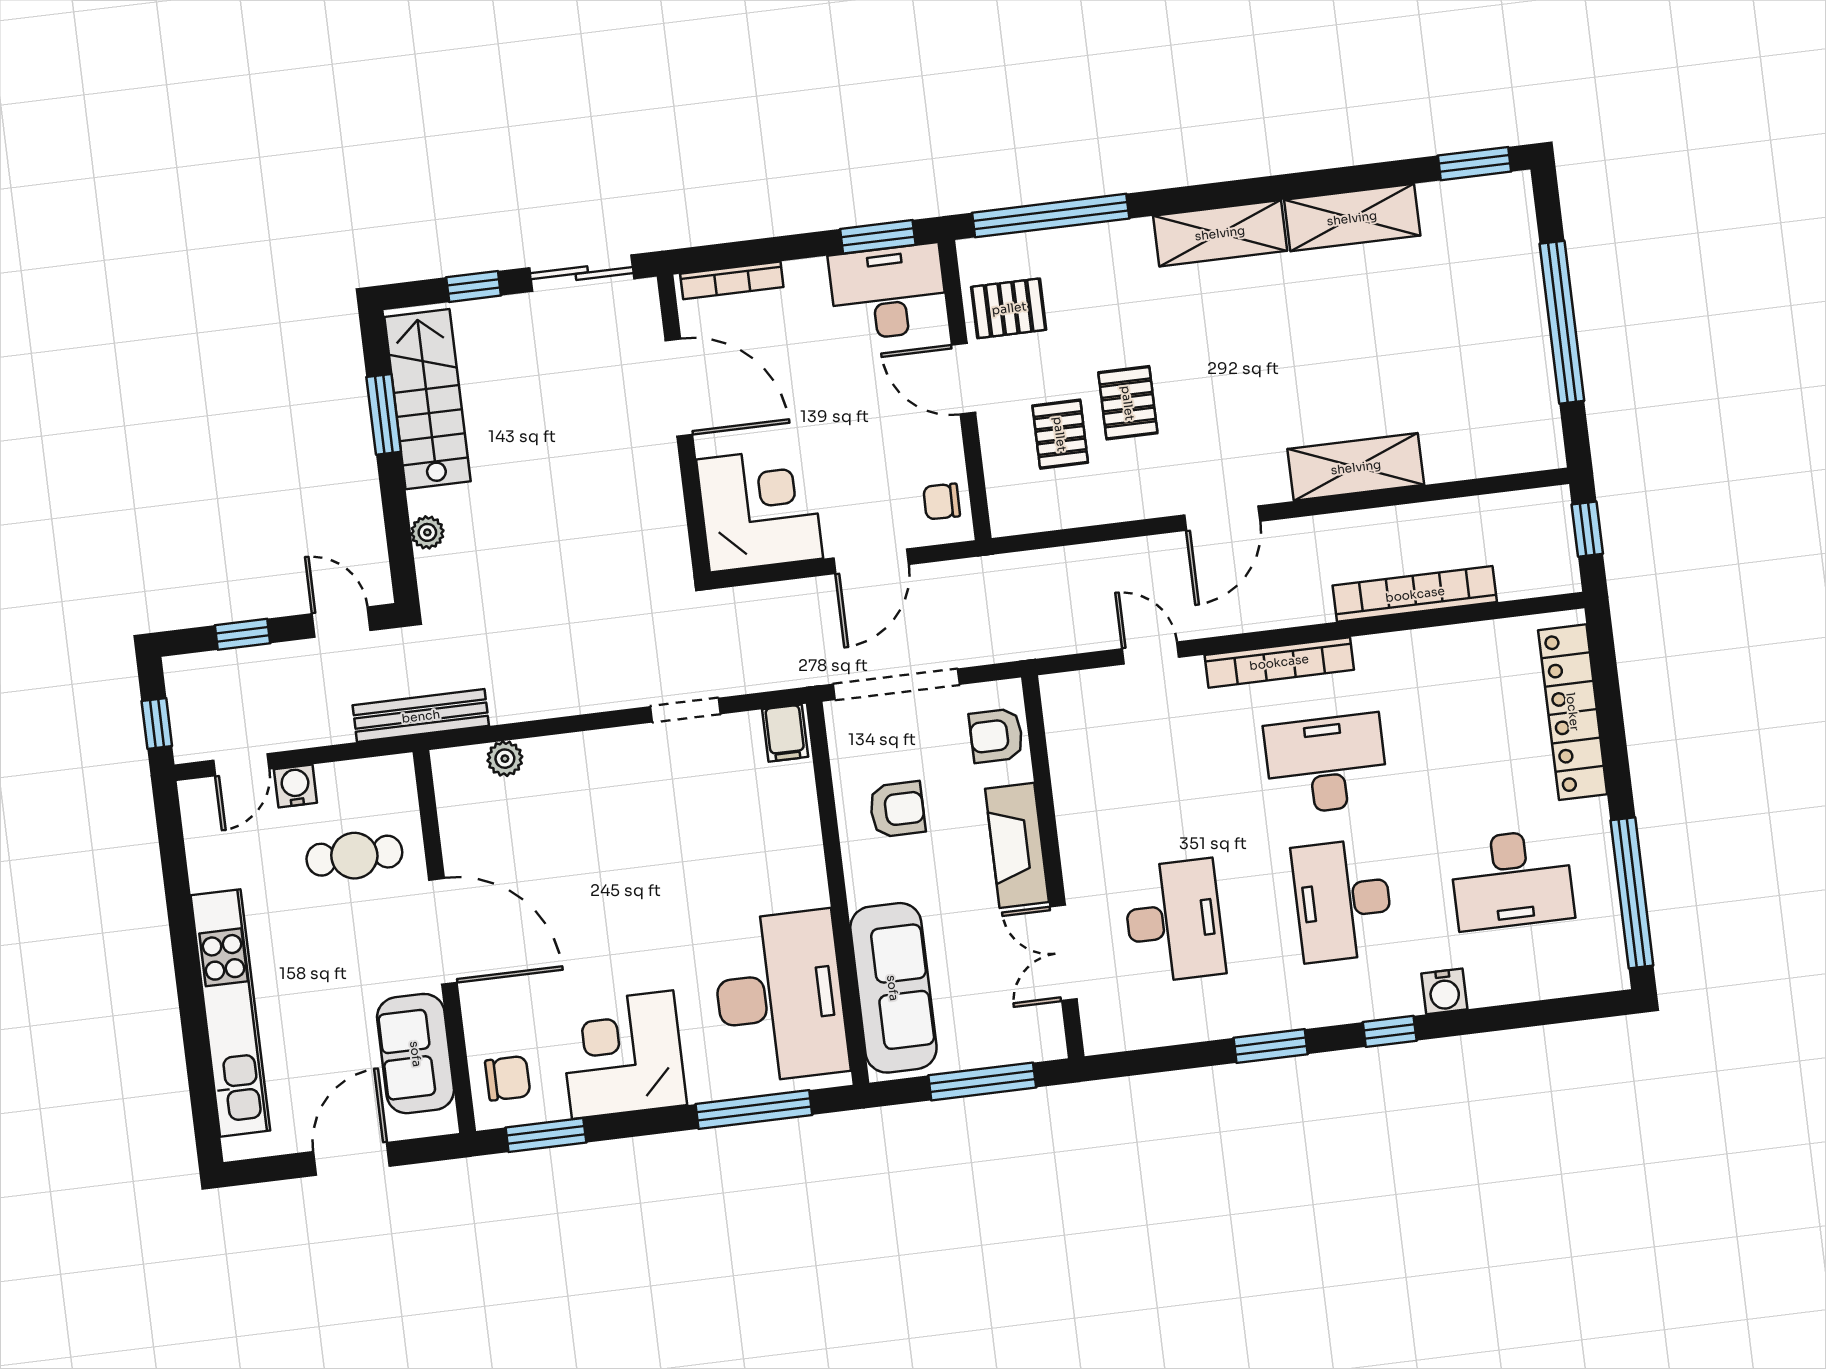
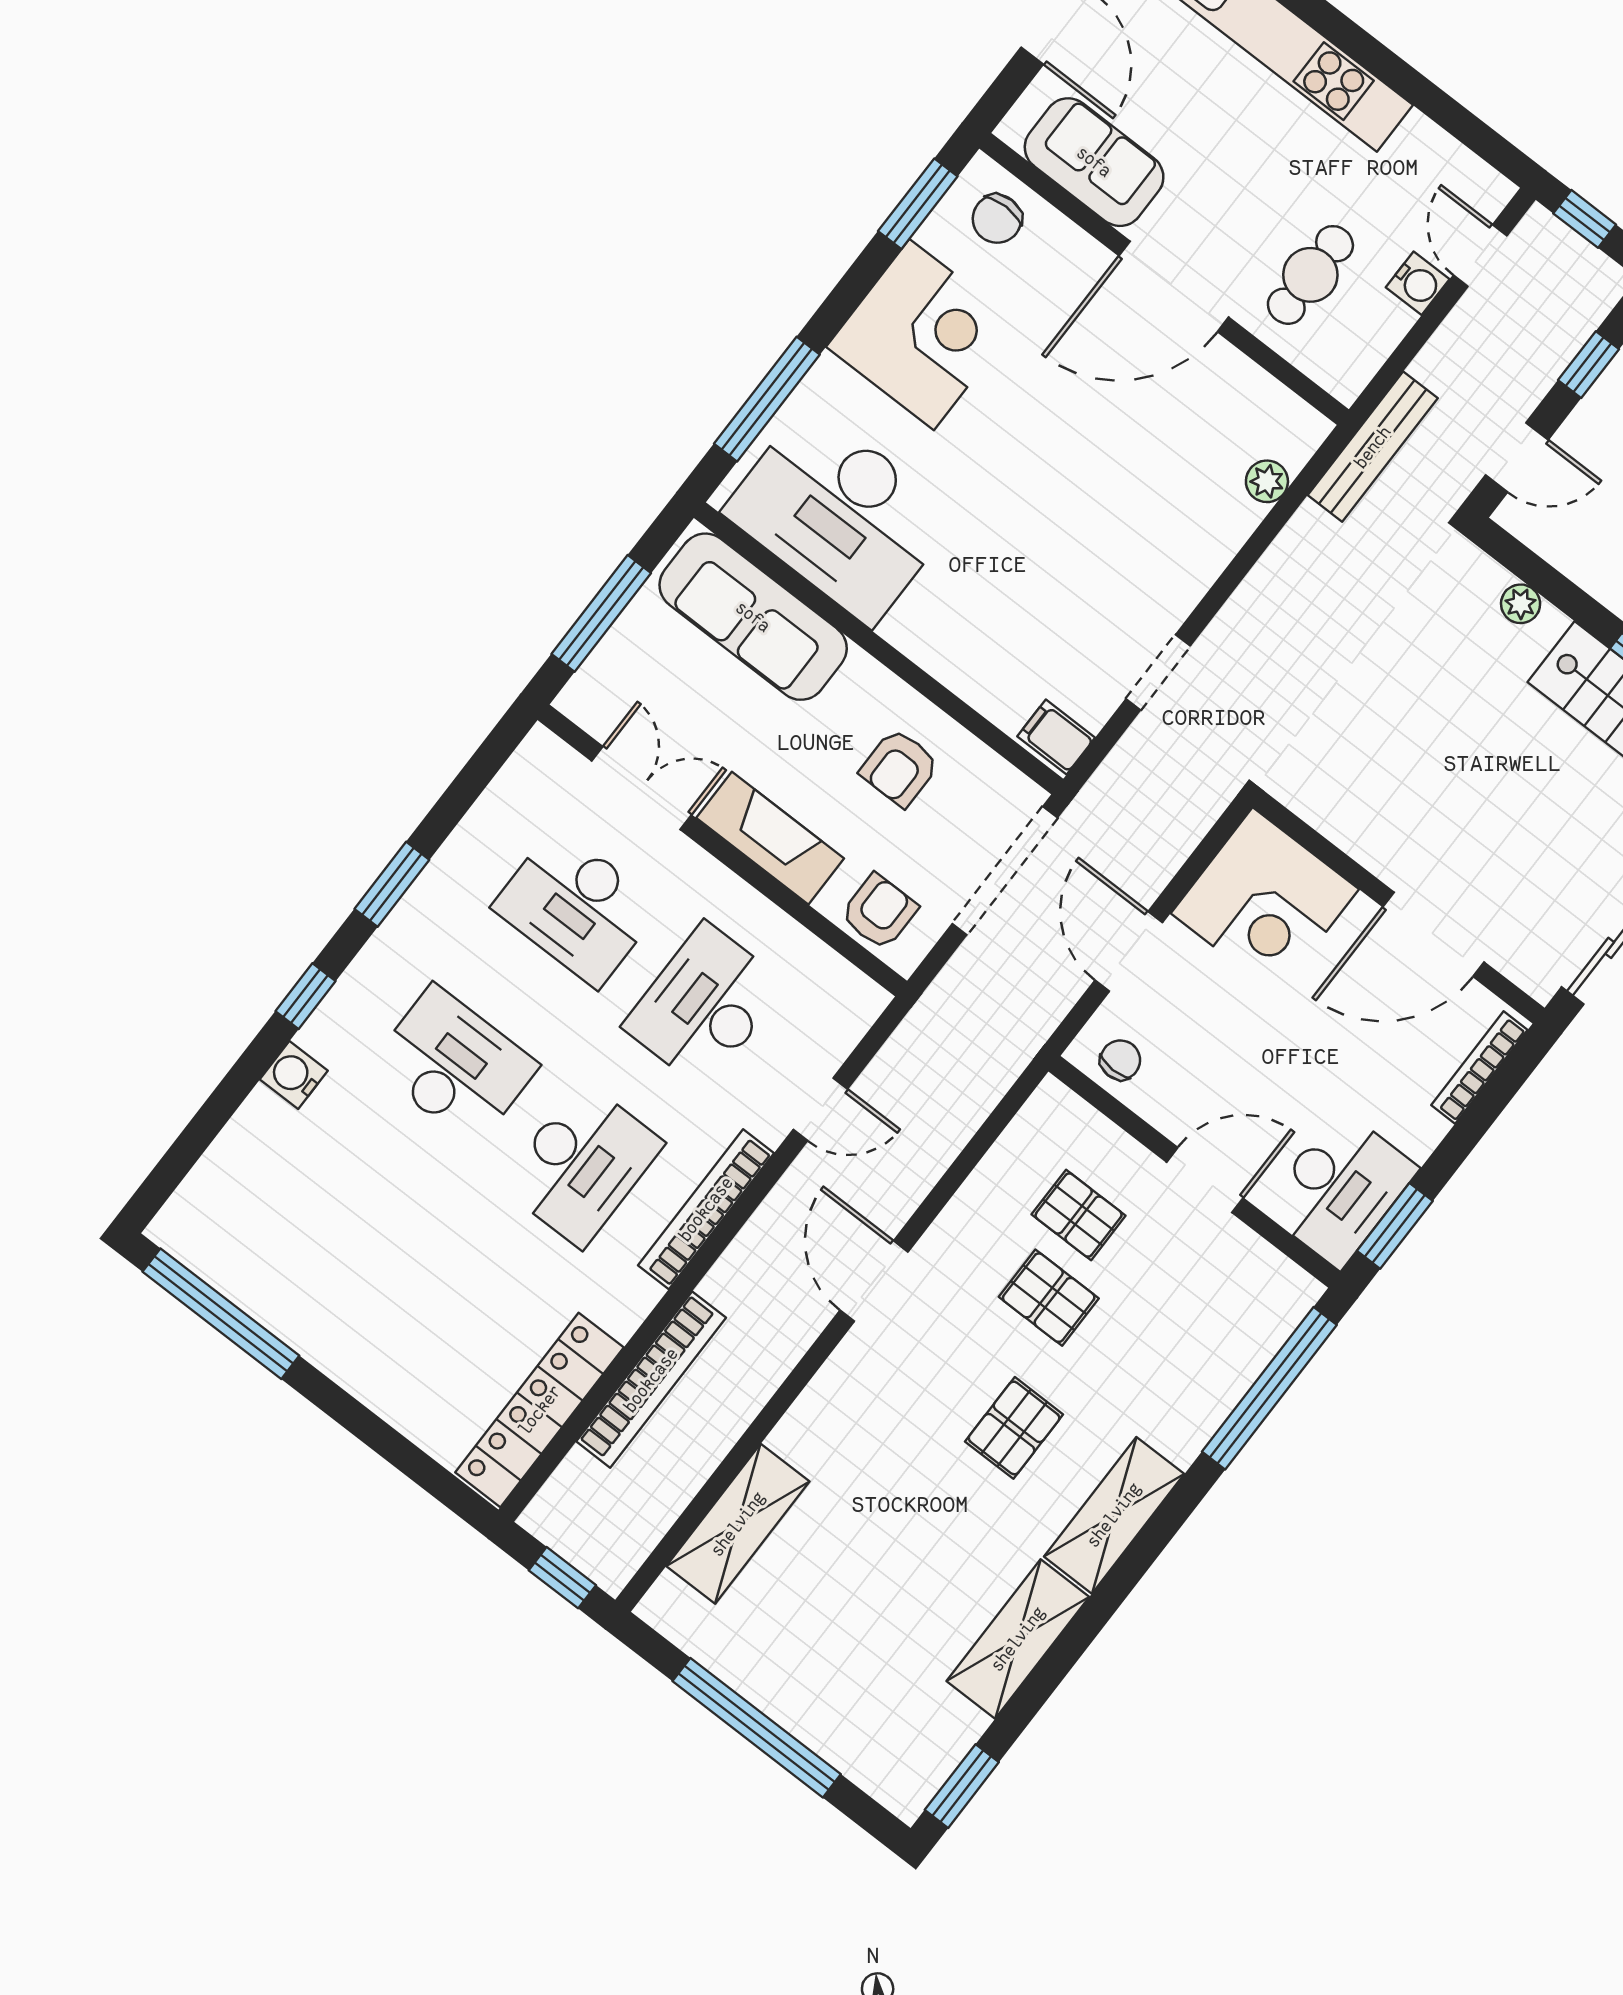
pallet: (1009, 308) -> (1014, 1428), moved
shelving: (1356, 467) -> (738, 1524), moved
locker: (1573, 712) -> (540, 1410), moved, turned -90
desk: (1512, 880) -> (704, 1006), moved

